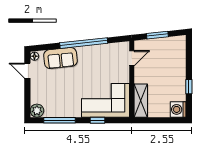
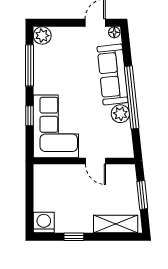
plant: (96, 52) -> (120, 114), added
sofa: (60, 58) -> (113, 75), width x1.36
door: (132, 58) -> (95, 161), moved
shelving: (141, 101) -> (116, 224), moved

